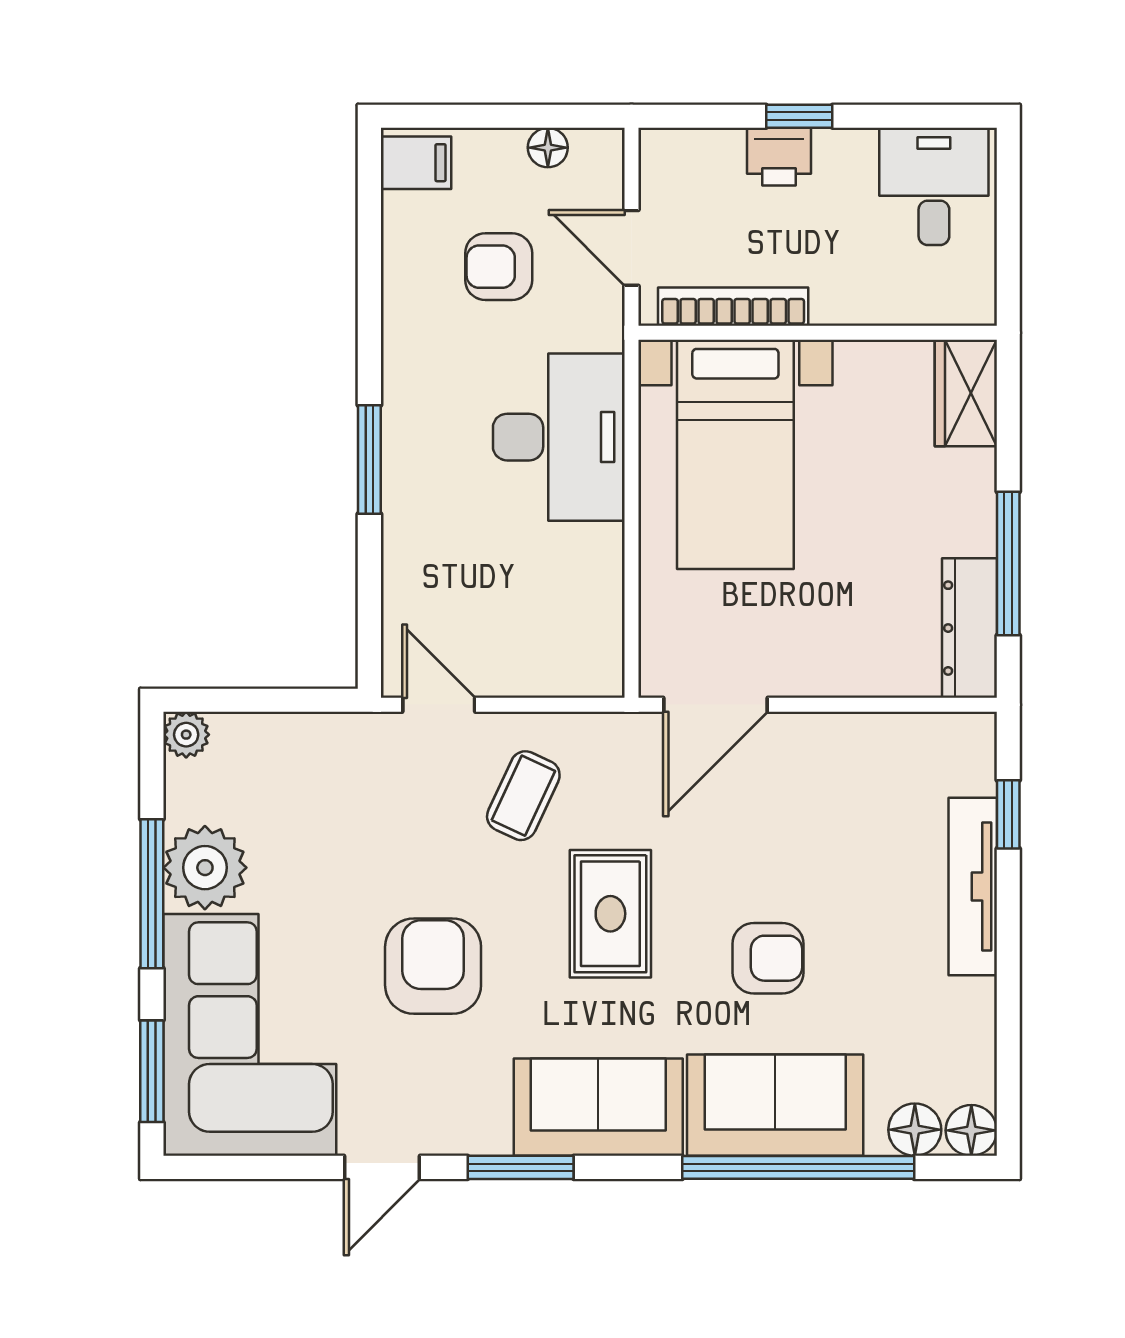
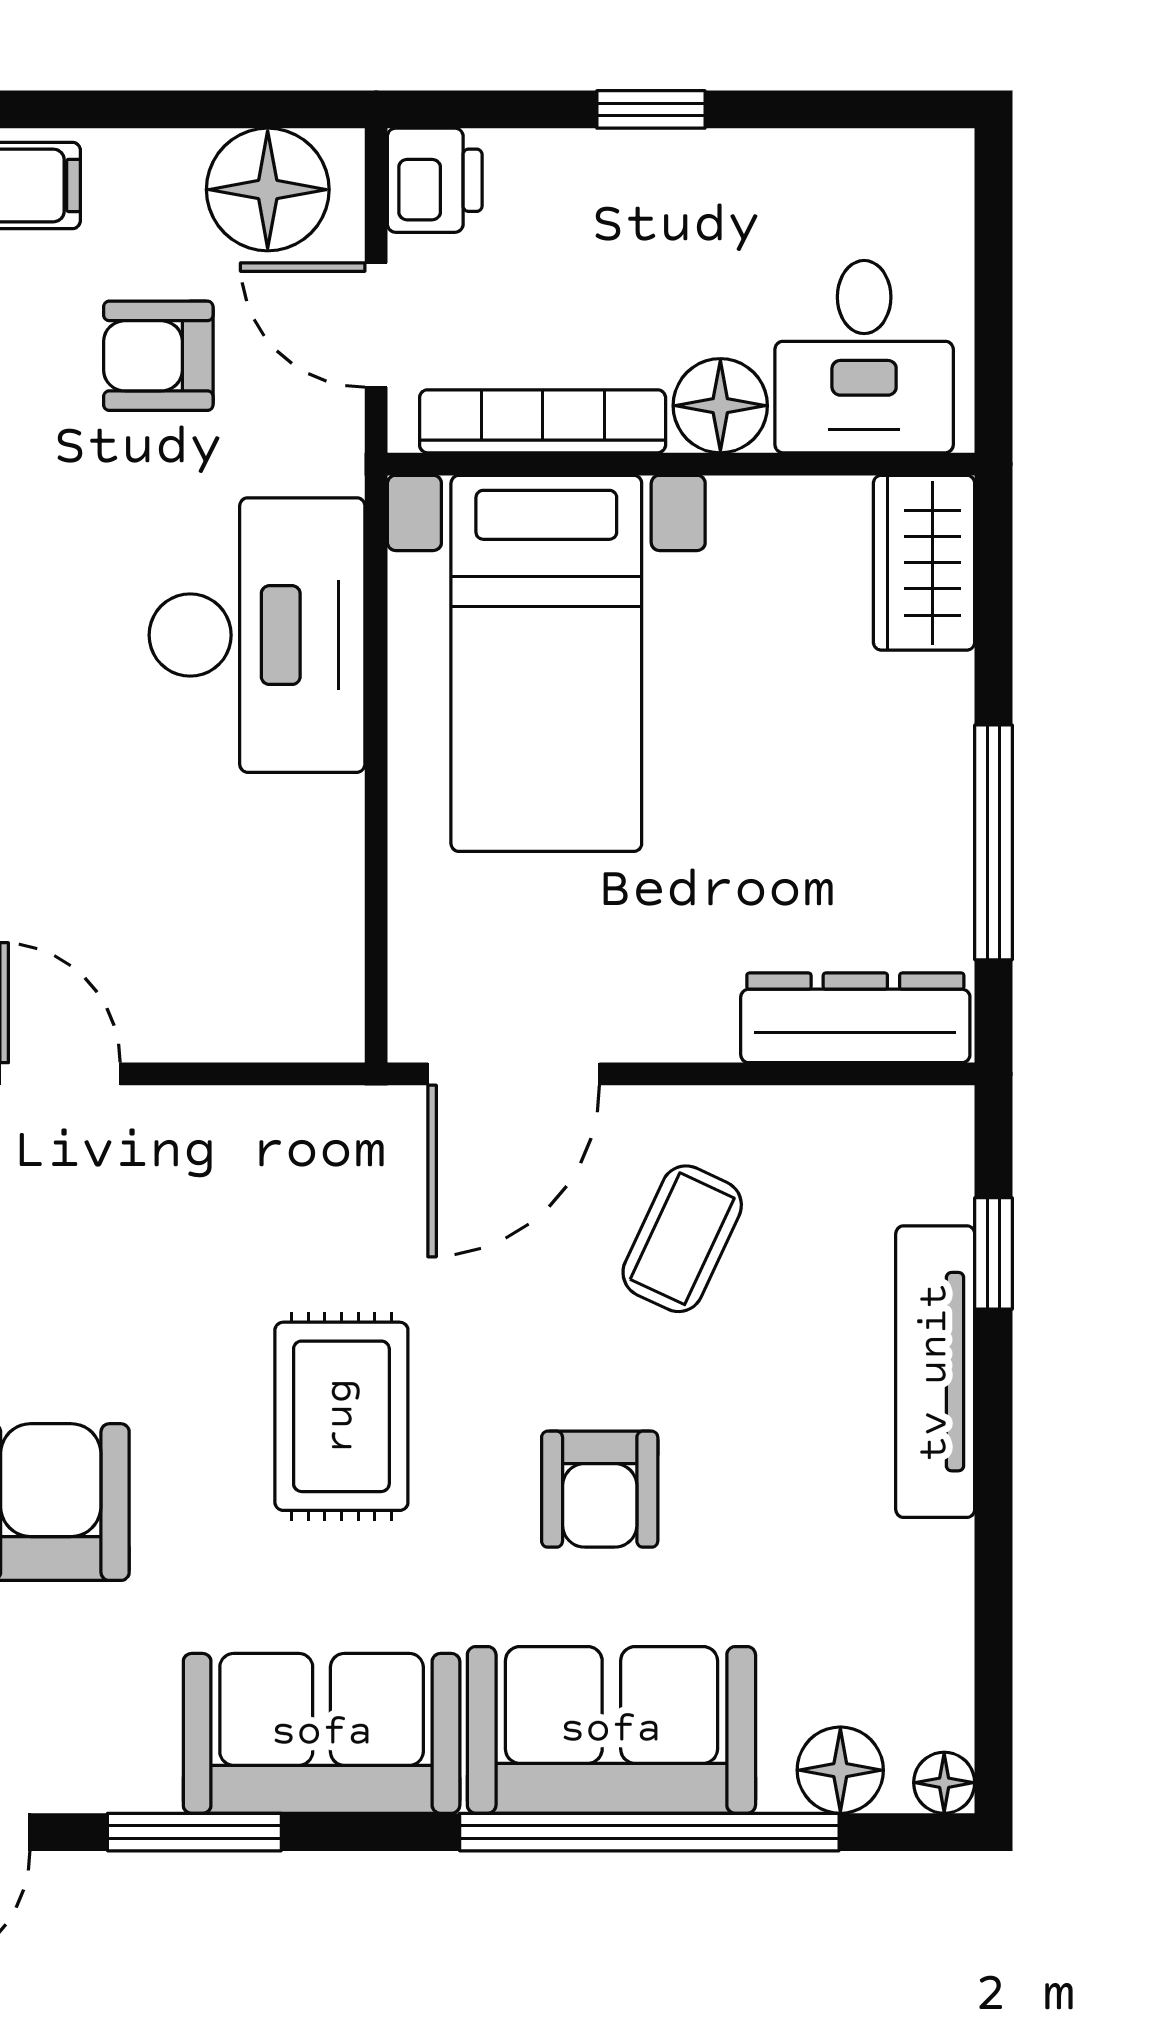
floor lamp: (548, 148) -> (268, 190), width x1.89, depth x1.89
printer: (779, 157) -> (435, 180), moved, turned -90
desk: (934, 186) -> (864, 357), moved, turned 180
floor lamp: (842, 297) -> (720, 406), added
dresser: (969, 628) -> (855, 1018), moved, turned 90
coffee table: (523, 796) -> (682, 1239), moved
armchair: (768, 958) -> (600, 1489), turned 90
floor lamp: (971, 1130) -> (944, 1783), width x0.73, depth x0.73

